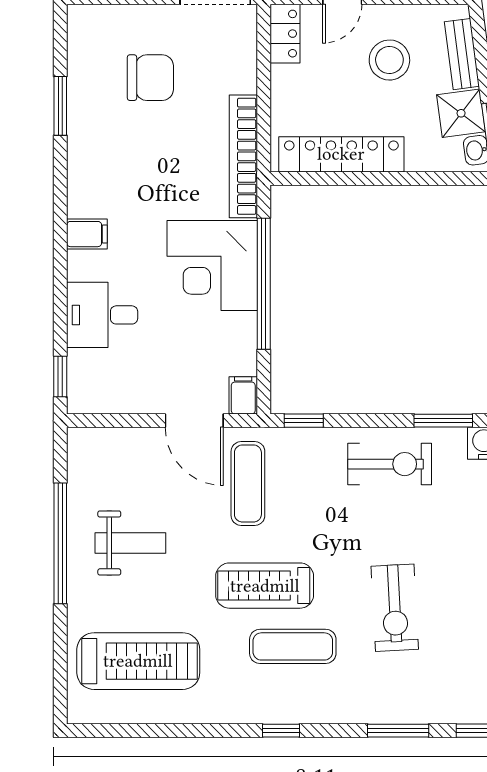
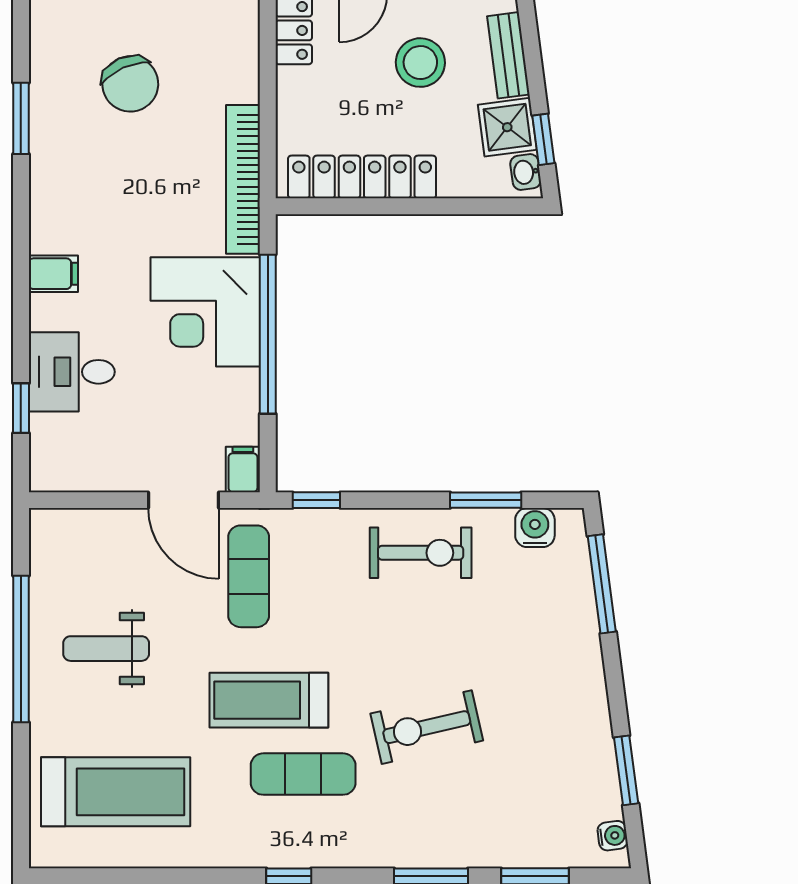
chair: (150, 78) -> (130, 84), turned 66
window: (60, 377) -> (21, 408), moved
weight bench: (130, 543) -> (106, 649), turned 180
exercise bike: (395, 608) -> (427, 727), turned 80

